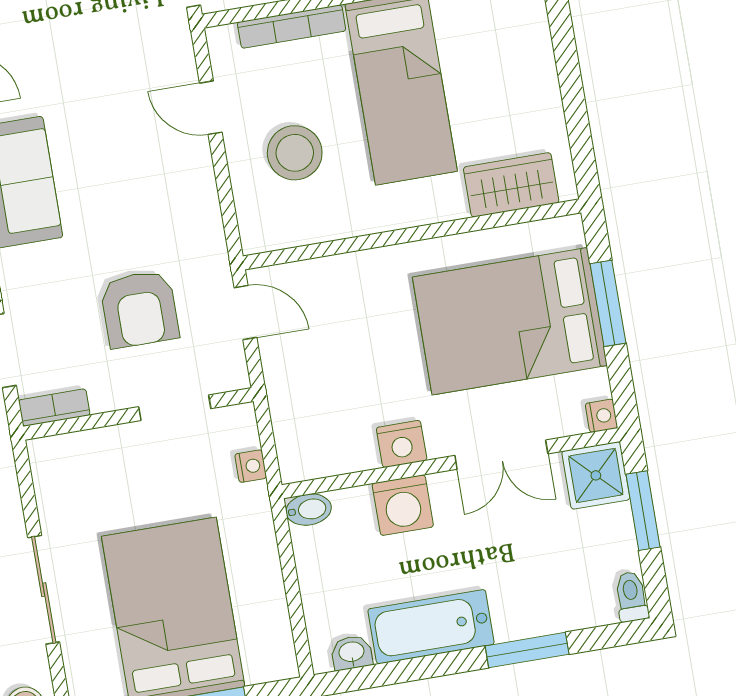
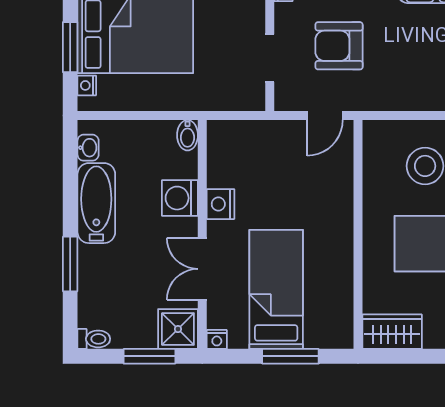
wardrobe: (511, 185) -> (392, 332), moved, turned -90
bed: (510, 321) -> (276, 289), width x0.67
nightstand: (251, 466) -> (87, 85), moved, turned 90

